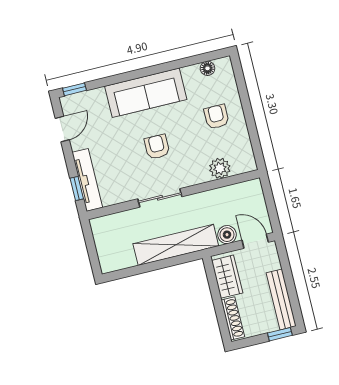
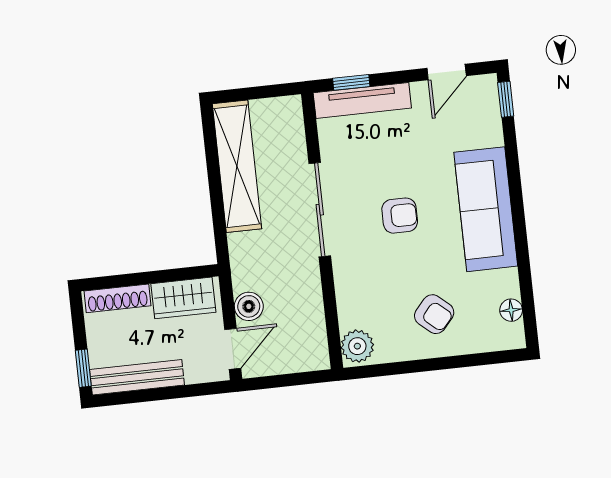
armchair: (216, 117) -> (434, 314), turned 41
door: (62, 129) -> (447, 72), hinge flipped
plant: (220, 168) -> (357, 346), moved
sliding door: (160, 198) -> (320, 210), width x1.37
shelving: (176, 245) -> (237, 166), moved

